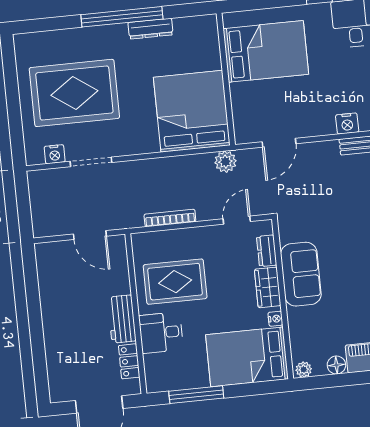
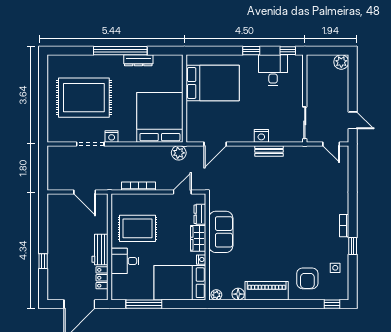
nightstand: (55, 154) -> (112, 136), moved
window: (38, 345) -> (43, 261), added

